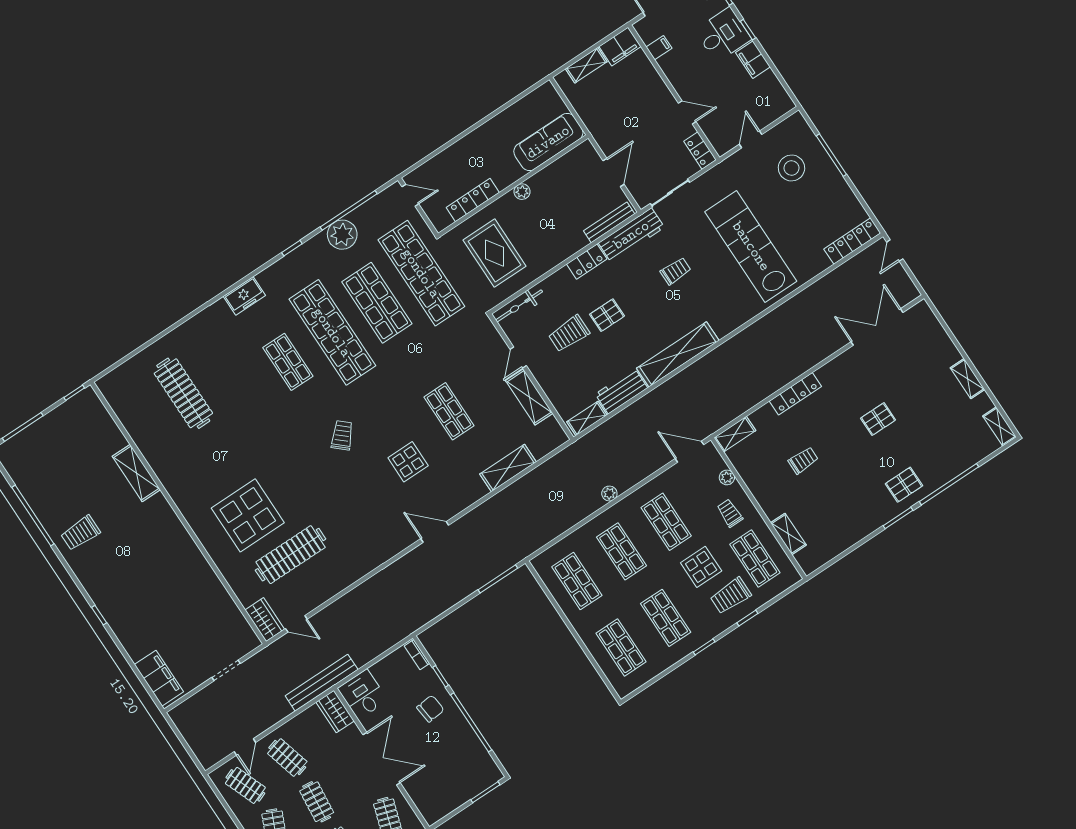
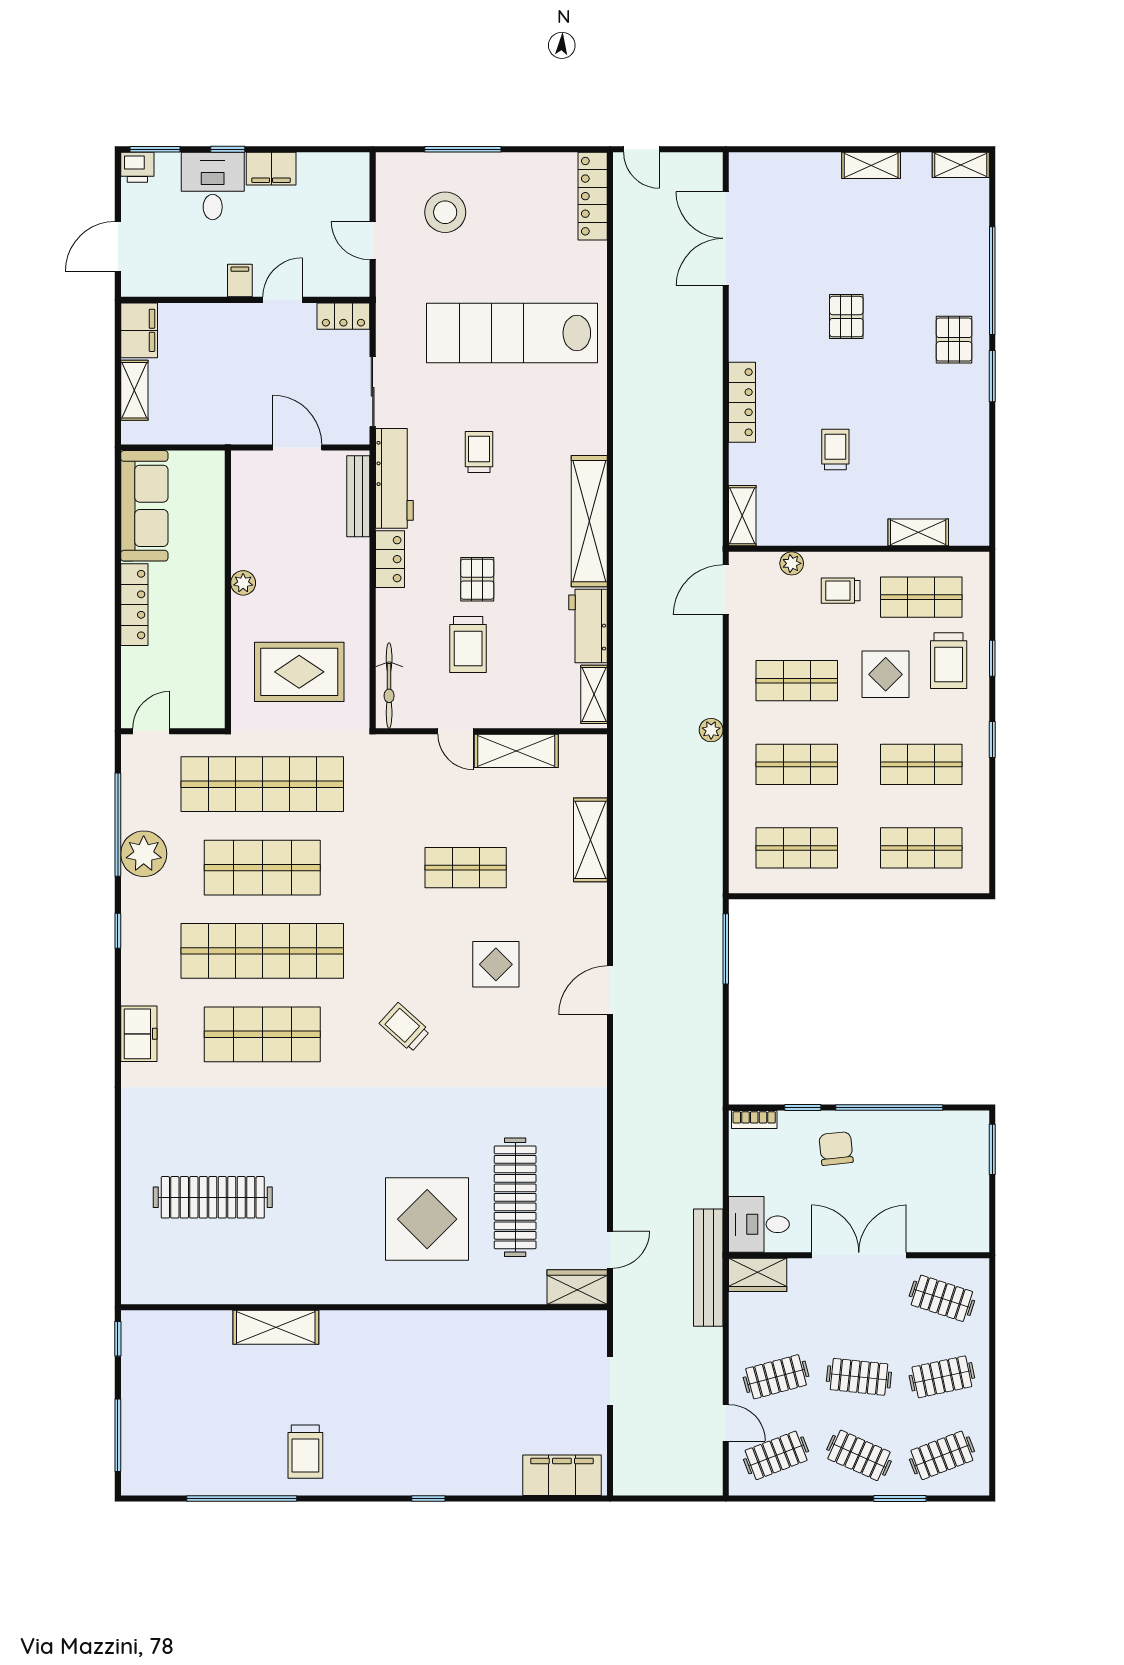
filing cabinet: (659, 48) -> (240, 281), moved
sofa: (548, 142) -> (144, 506), moved, turned 180
locker: (473, 200) -> (134, 605), moved, turned 180
shop shelf: (288, 362) -> (262, 1034), width x1.43, depth x1.36

